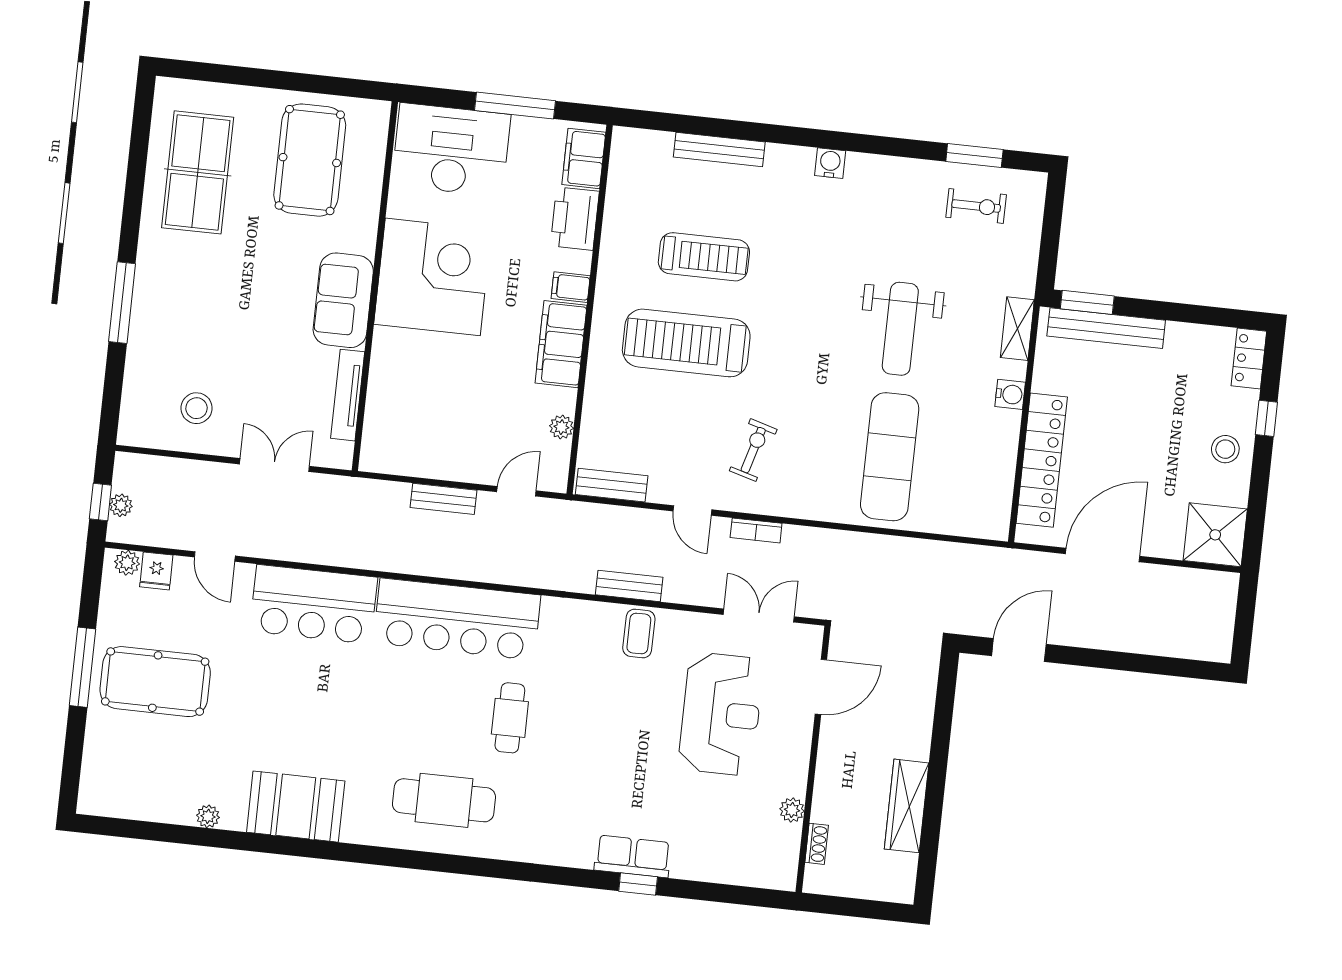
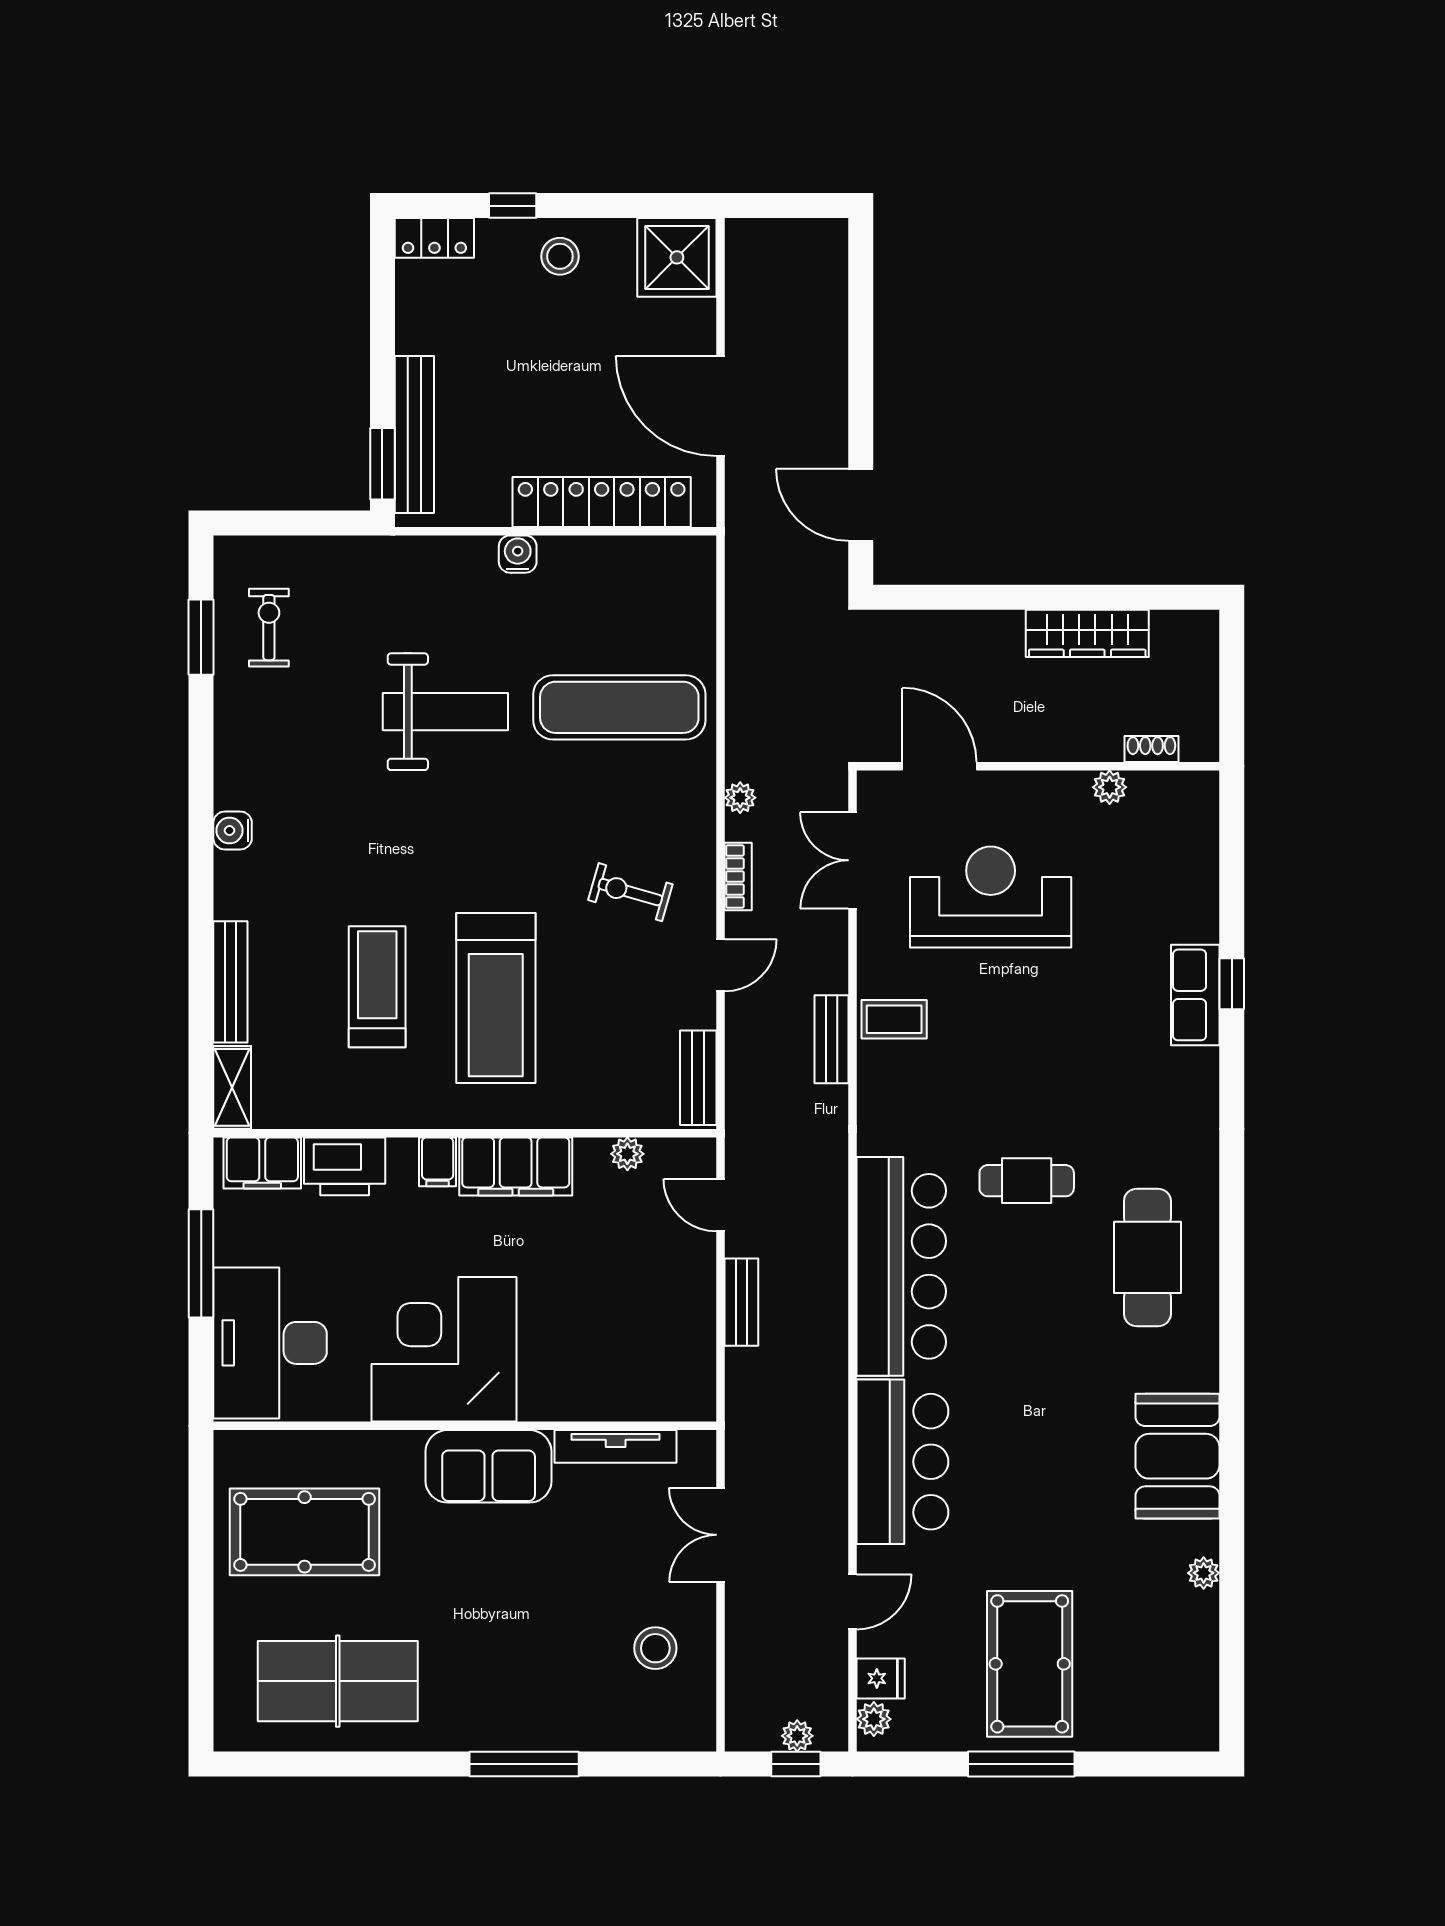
shelving: (1017, 329) -> (232, 1087), moved, turned 90
plant: (814, 538) -> (740, 798), added

